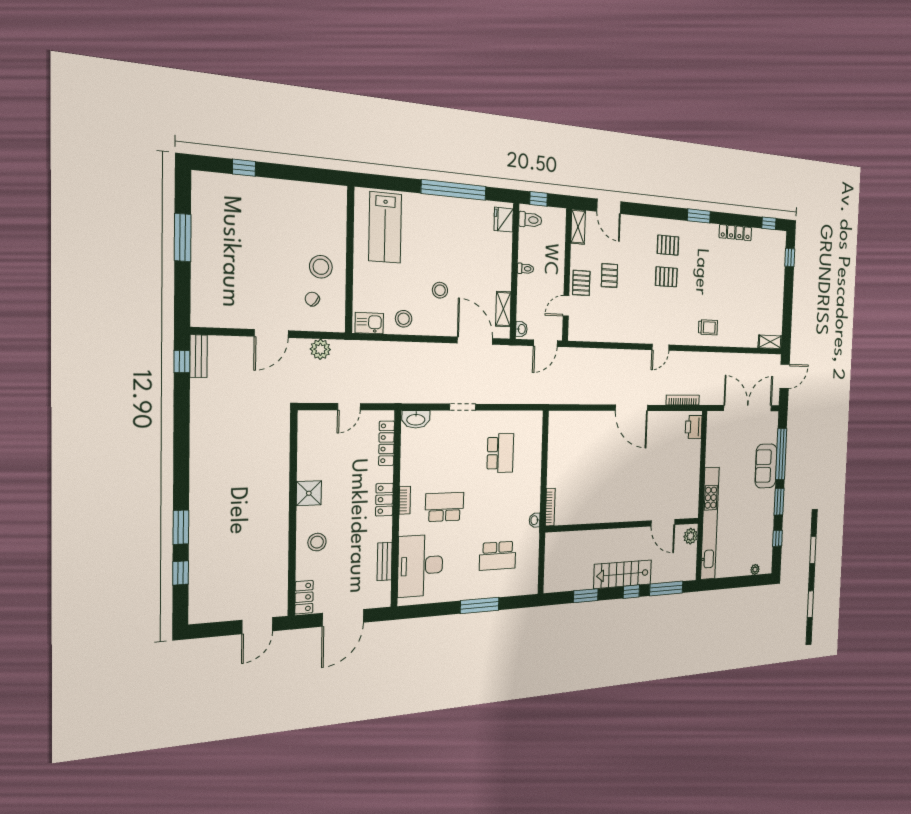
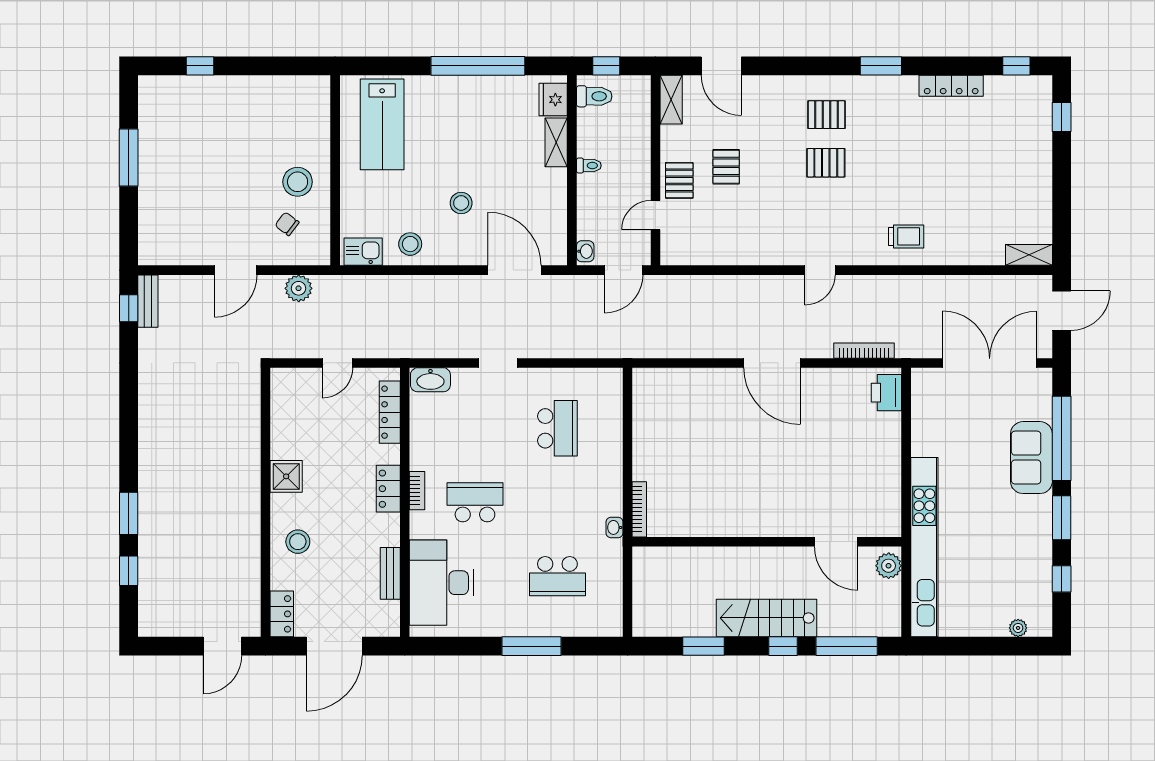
shelving: (503, 309) -> (556, 142), moved

